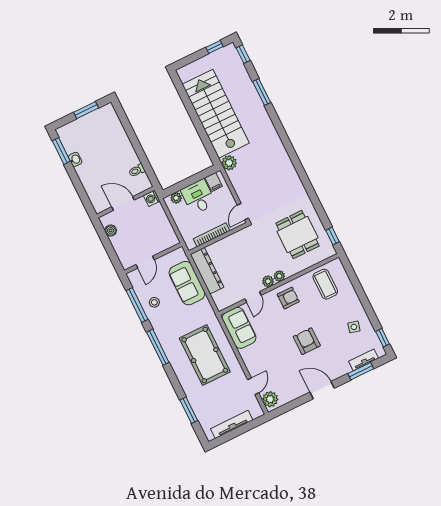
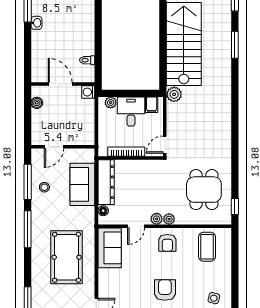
floor lamp: (217, 298) -> (103, 211), added
armchair: (288, 298) -> (167, 243), turned 90

